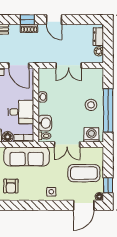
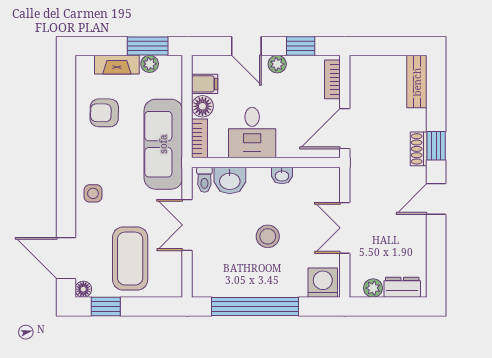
stool: (91, 105) -> (268, 236), moved
washing machine: (91, 135) -> (323, 283), moved, turned -90

